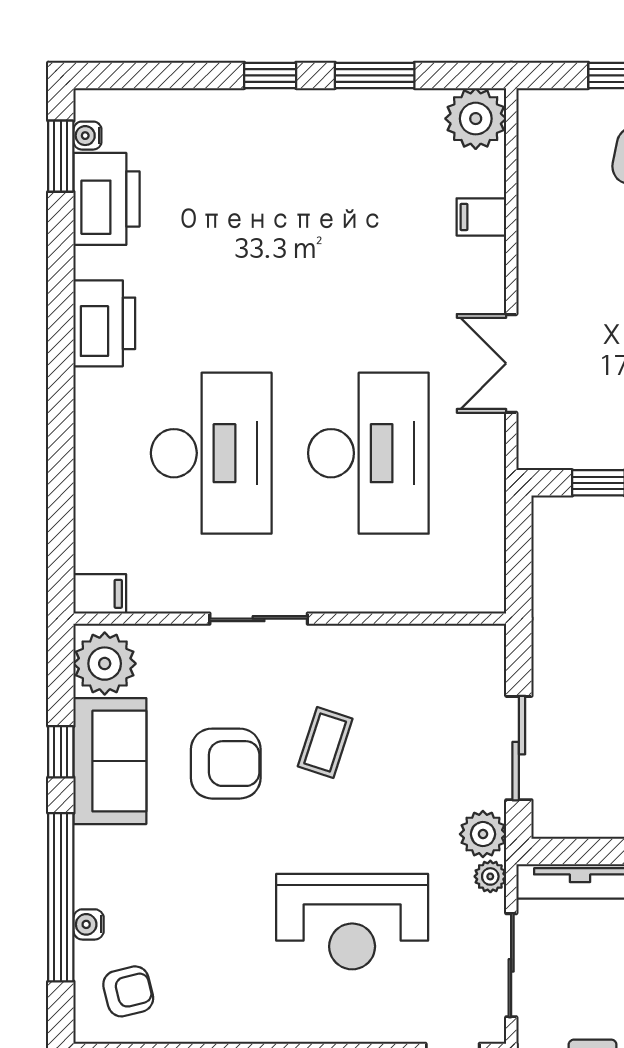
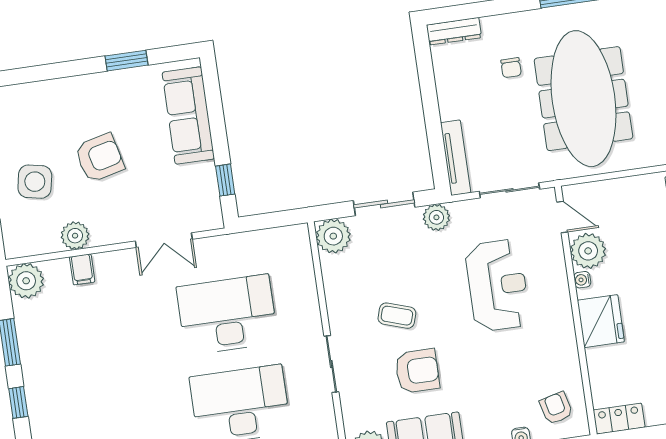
plant: (541, 213) -> (75, 236), added
armchair: (226, 764) -> (417, 371), turned 90
plant: (490, 876) -> (333, 236), moved, width x1.88, depth x1.88

